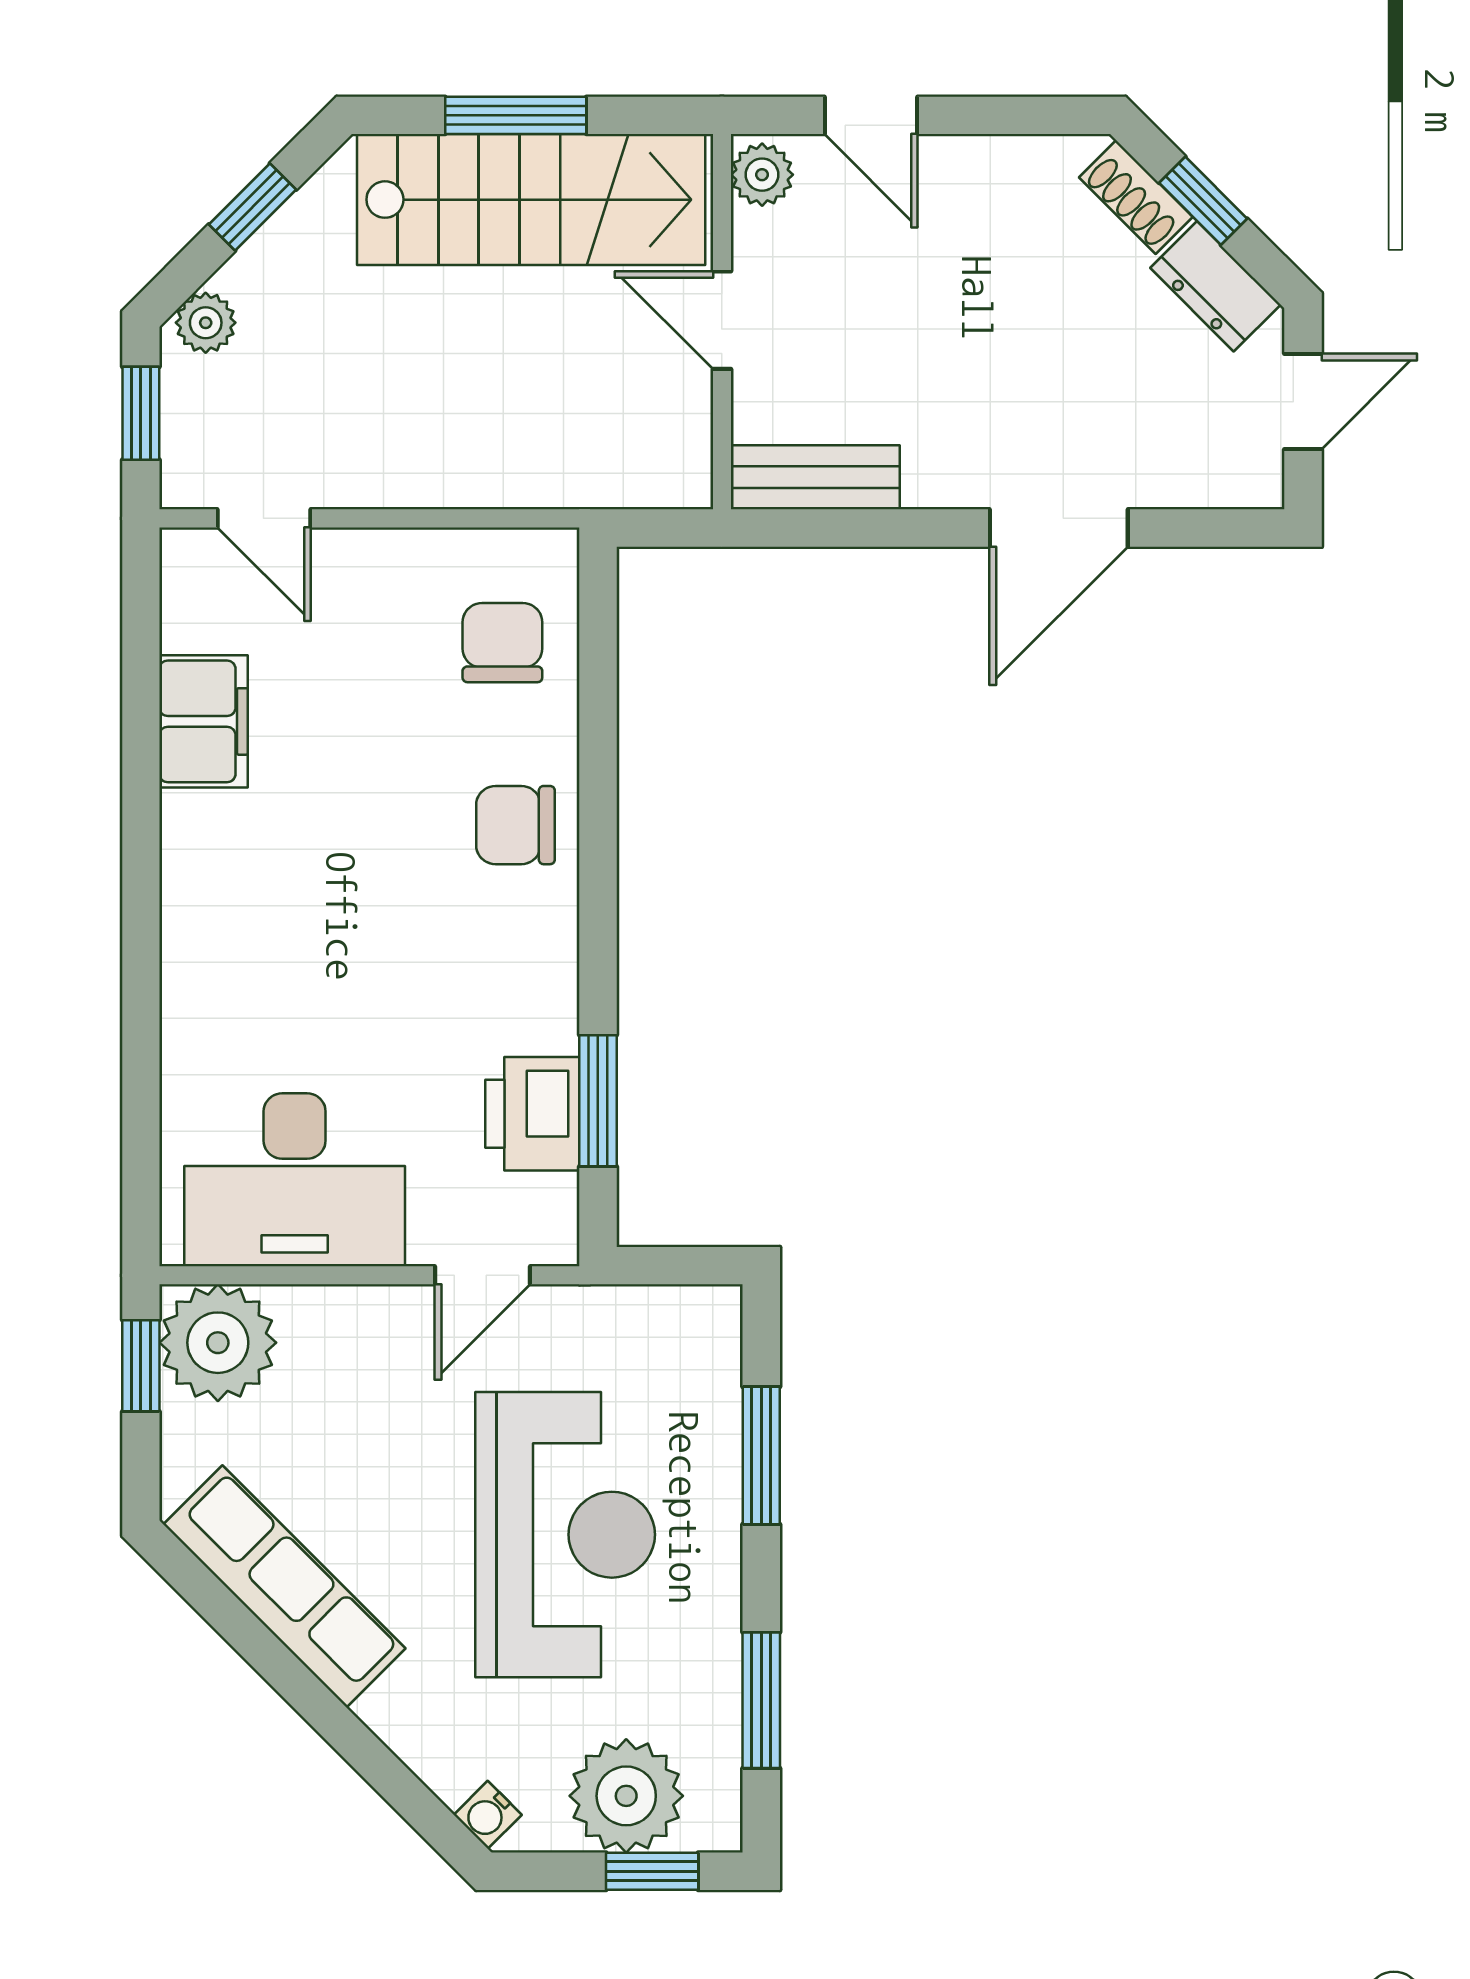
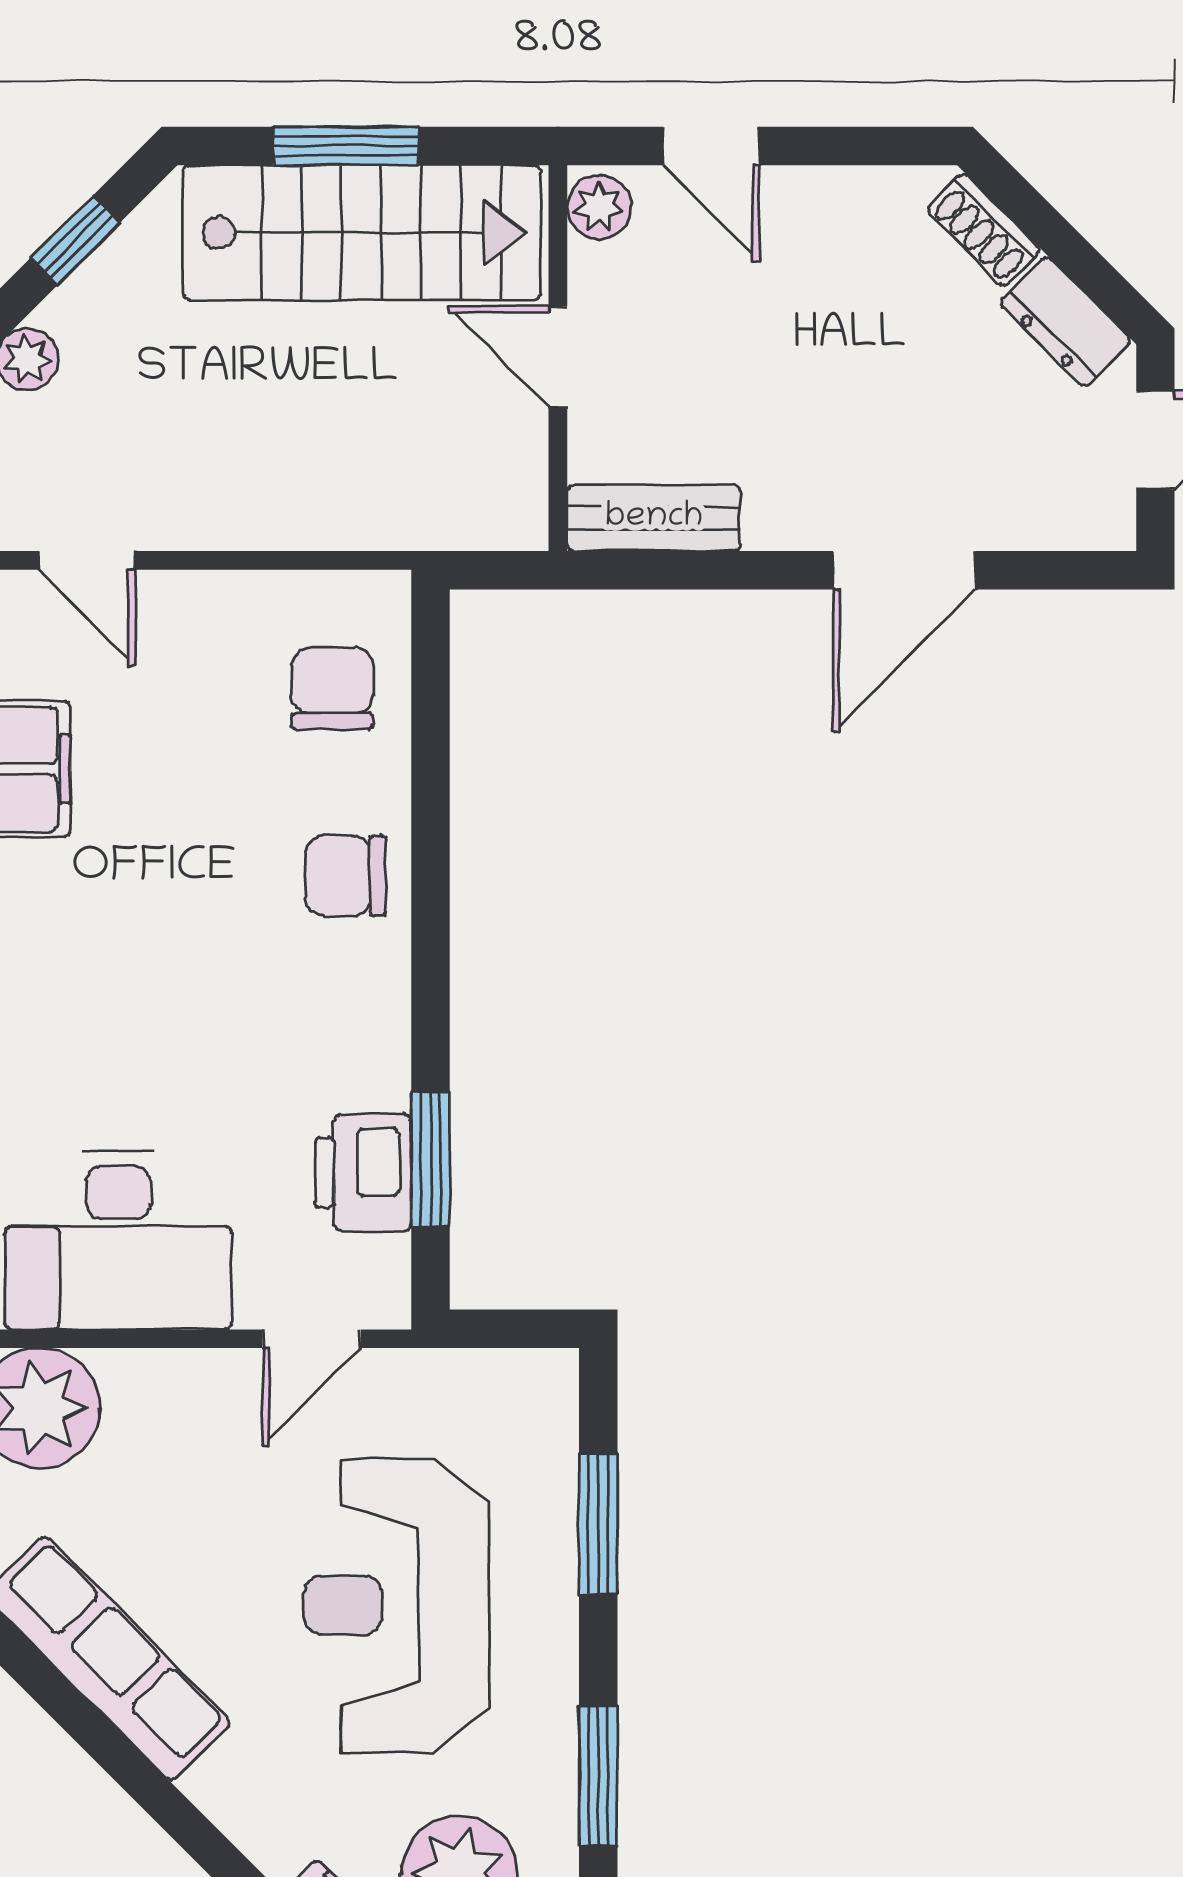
window: (1203, 201) -> (1053, 234), removed
reception desk: (565, 1535) -> (397, 1605), turned 180

